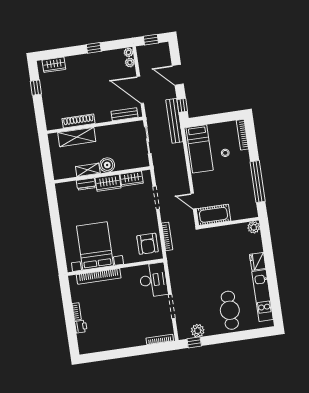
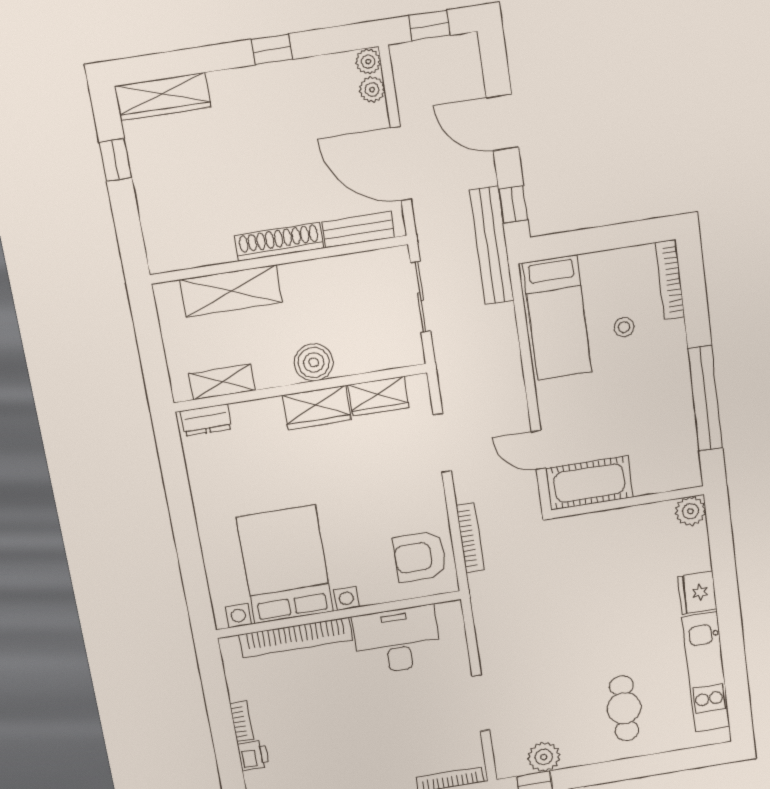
wardrobe: (54, 65) -> (163, 97), width x1.50
shoe rack: (78, 121) -> (279, 242), moved
shelving: (88, 170) -> (222, 382), moved
dresser: (86, 184) -> (206, 420), moved
armchair: (148, 244) -> (420, 557), turned 90
desk: (153, 280) -> (397, 640), moved, turned -90
cafe table: (230, 310) -> (624, 708), width x0.73, depth x0.74

